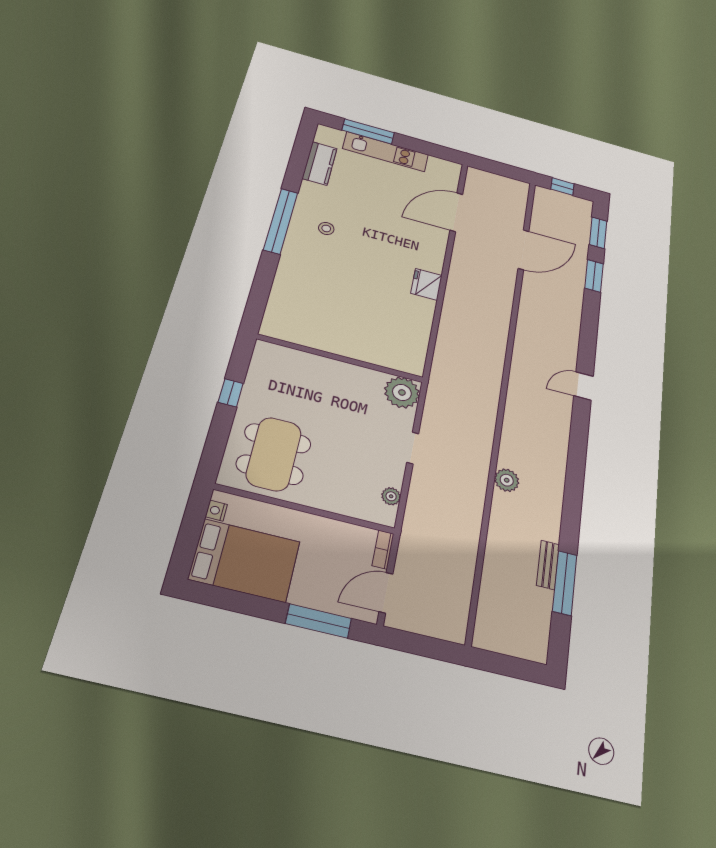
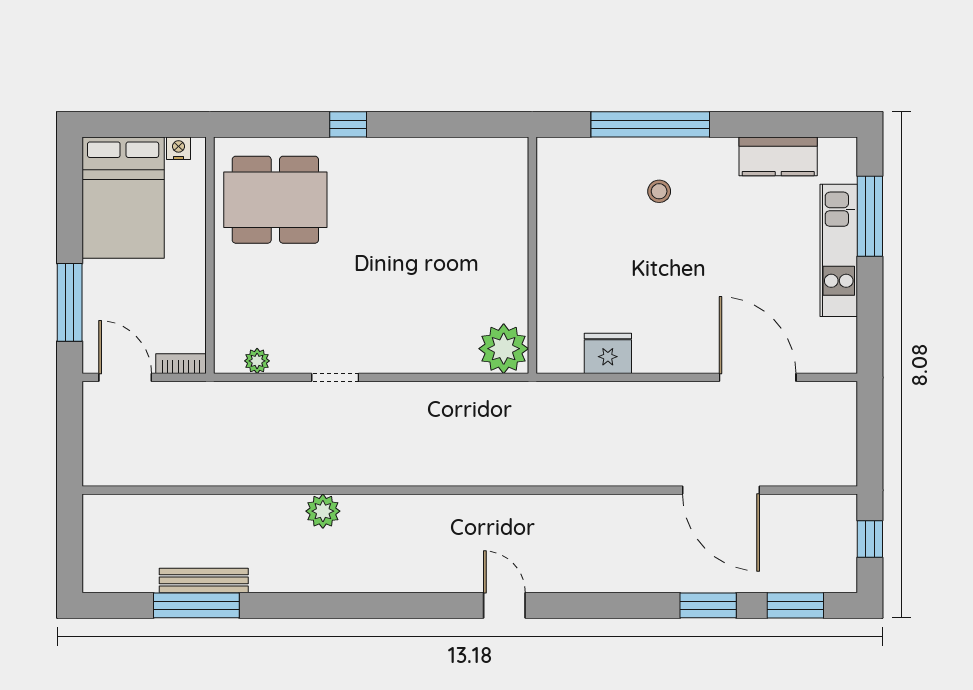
wall: (340, 358) -> (532, 255), moved
plant: (402, 392) -> (504, 349), moved
bench: (548, 565) -> (204, 580), width x1.36

